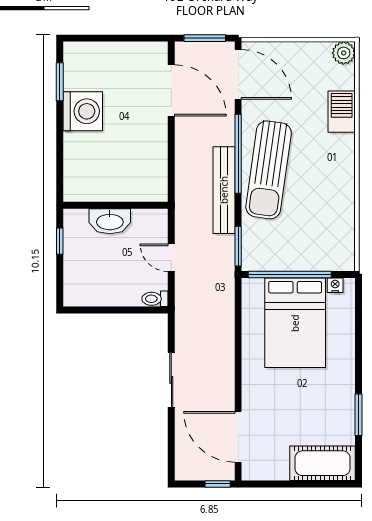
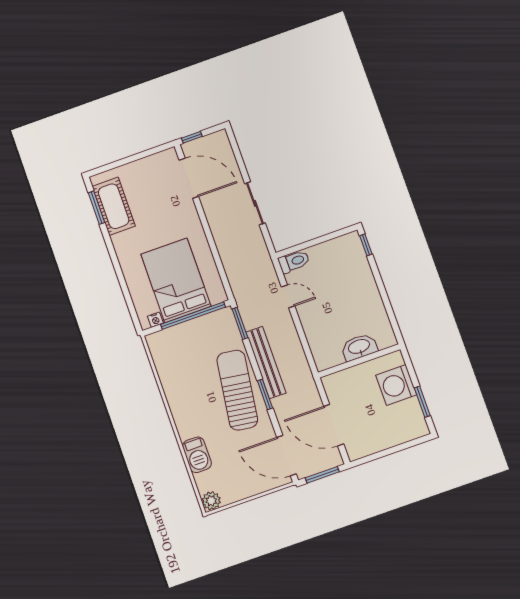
window: (238, 154) -> (265, 394), width x0.47
wall: (116, 205) -> (359, 361), moved
washbasin: (110, 221) -> (359, 347), moved
window: (60, 241) -> (366, 245), moved
toilet: (155, 299) -> (294, 261), width x1.37, depth x1.39
window: (359, 415) -> (96, 208), moved
cot: (323, 463) -> (114, 206), moved, turned 90

